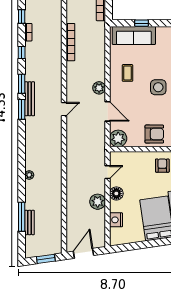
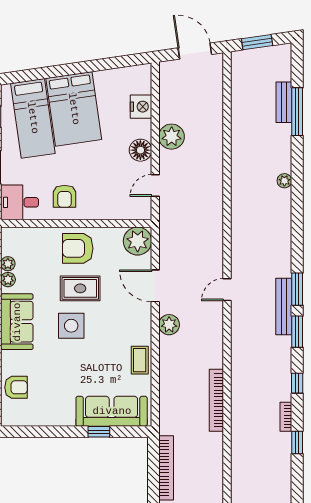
coffee table: (127, 73) -> (140, 360), moved
rug: (153, 110) -> (80, 288), added
door: (83, 253) -> (195, 51), swing flipped

